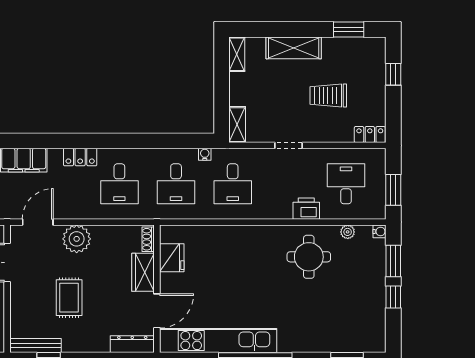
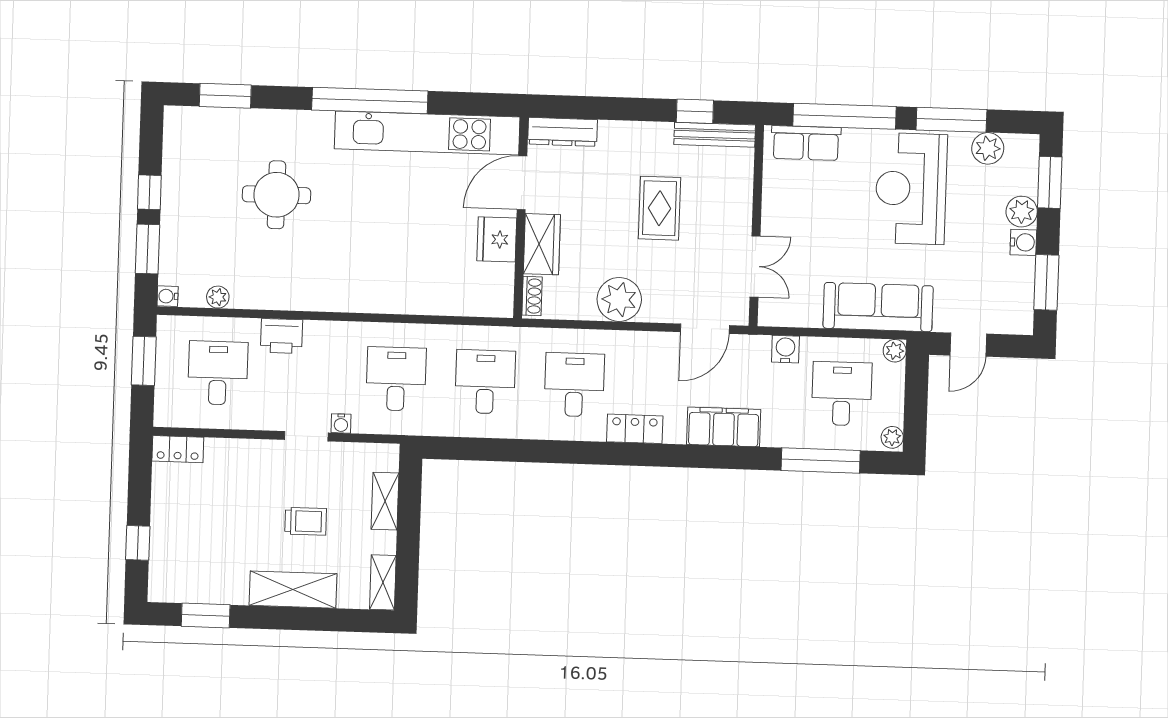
trolley: (328, 96) -> (306, 521), moved, width x0.73, depth x0.72
shelving: (237, 125) -> (385, 501), moved
water cooler: (205, 154) -> (341, 423), moved
desk: (346, 184) -> (218, 373), turned 180
plant: (77, 239) -> (619, 299), moved
round table: (309, 257) -> (276, 195), moved
fridge: (172, 258) -> (497, 239), moved

